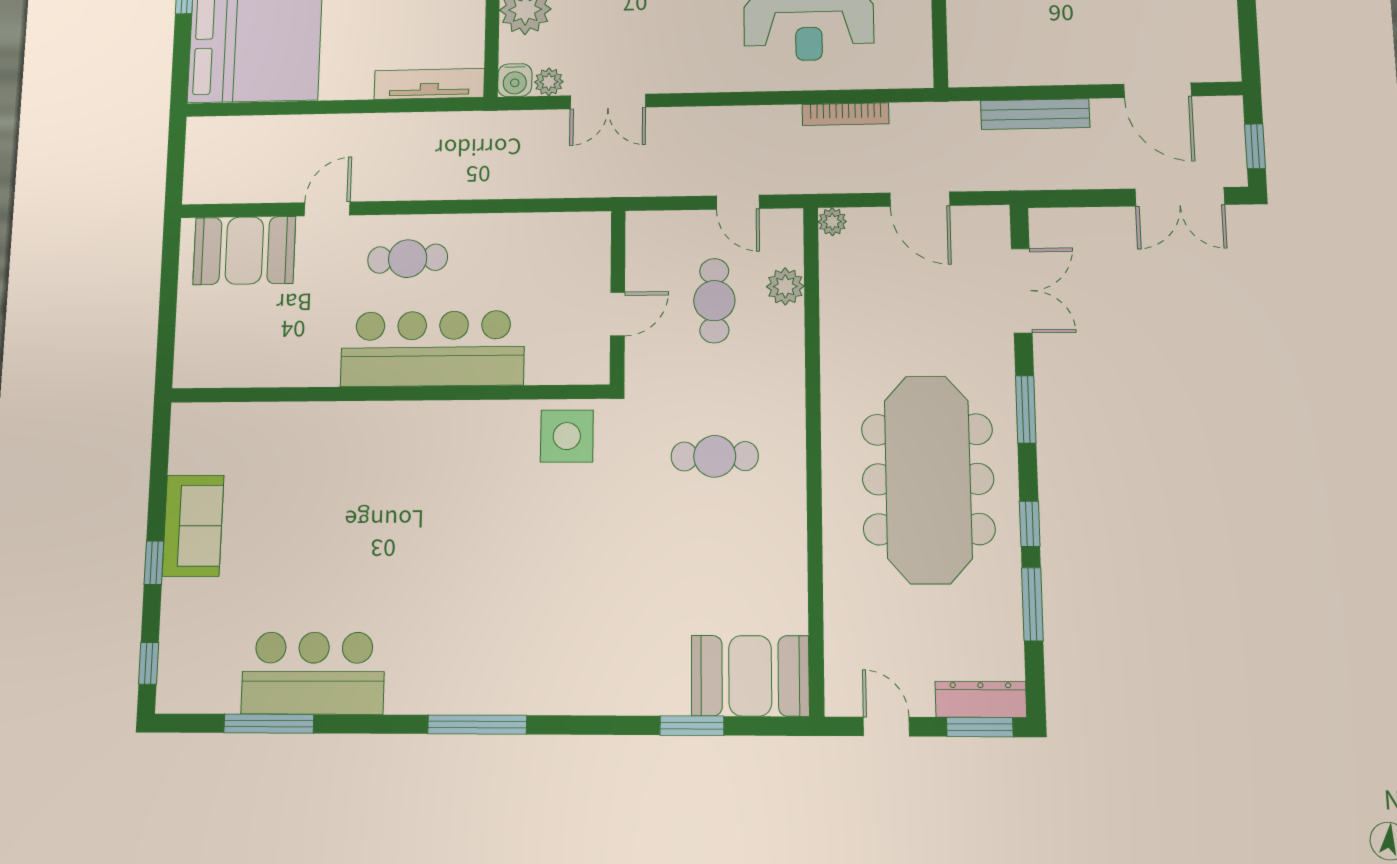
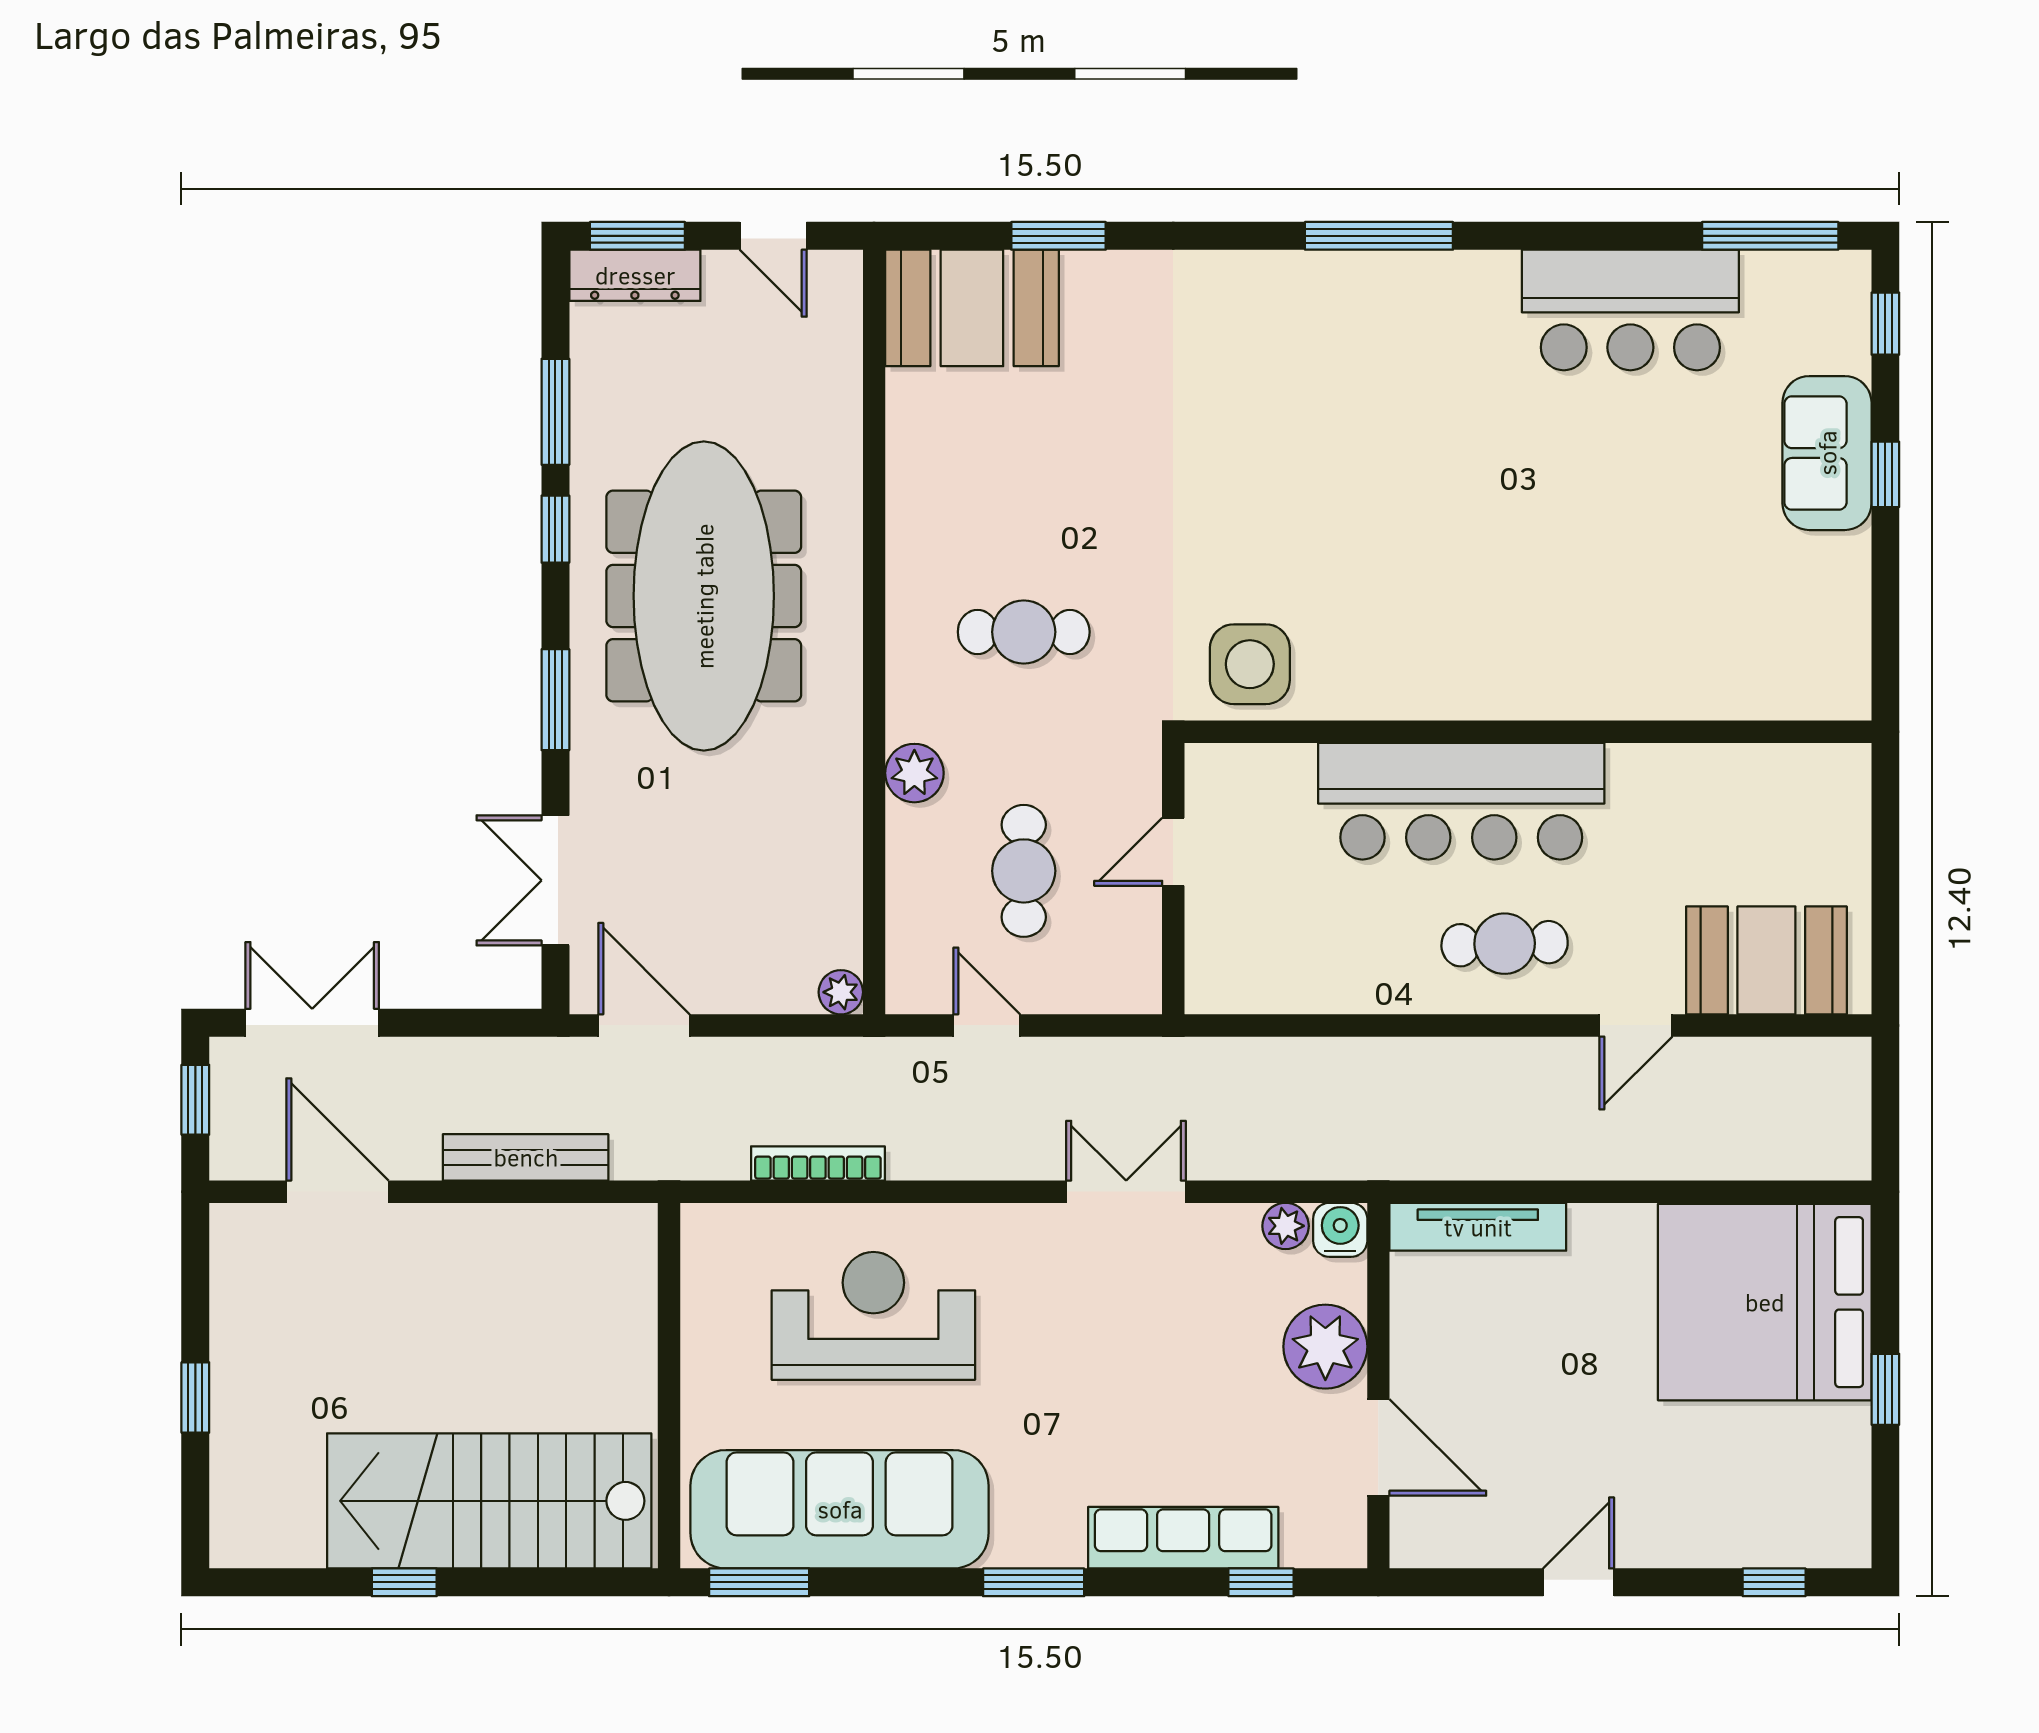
double door: (608, 101) -> (1126, 1192), moved
door: (920, 199) -> (644, 1025), moved
plant: (785, 286) -> (914, 773), moved
sofa: (193, 526) -> (1827, 453), moved
window: (269, 724) -> (1770, 236), moved

